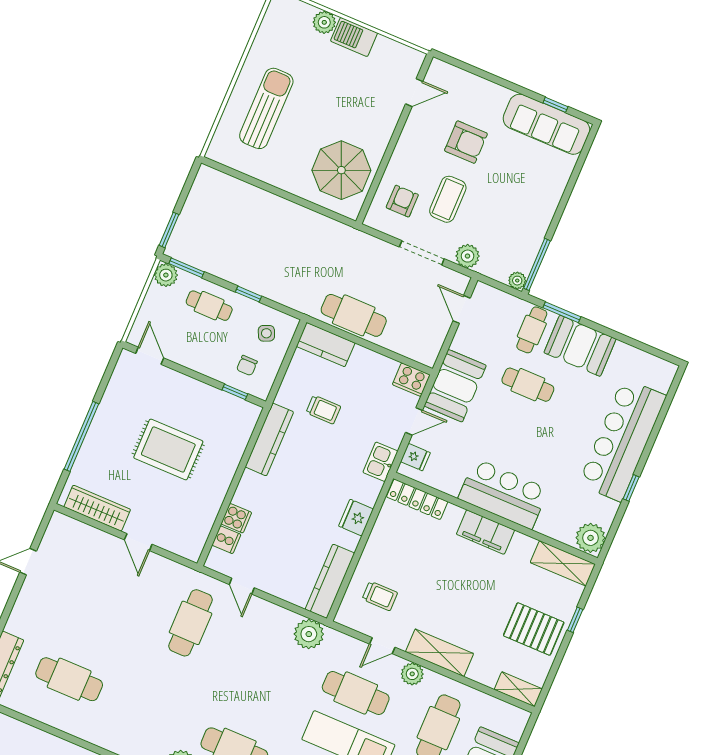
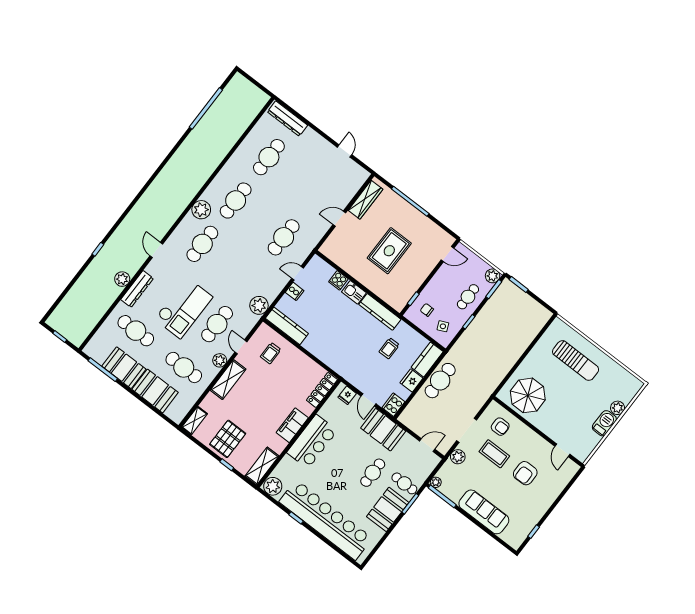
sofa: (546, 124) -> (484, 512), moved, turned 90
bar counter: (622, 440) -> (326, 520), width x1.36
kitchen sink: (380, 462) -> (354, 292), moved, turned 180
fridge: (356, 518) -> (411, 380), moved, turned -90
cooker: (226, 540) -> (295, 291), moved, turned -90
cafe table: (191, 623) -> (284, 237), turned 90
cafe table: (152, 714) -> (236, 201), added

